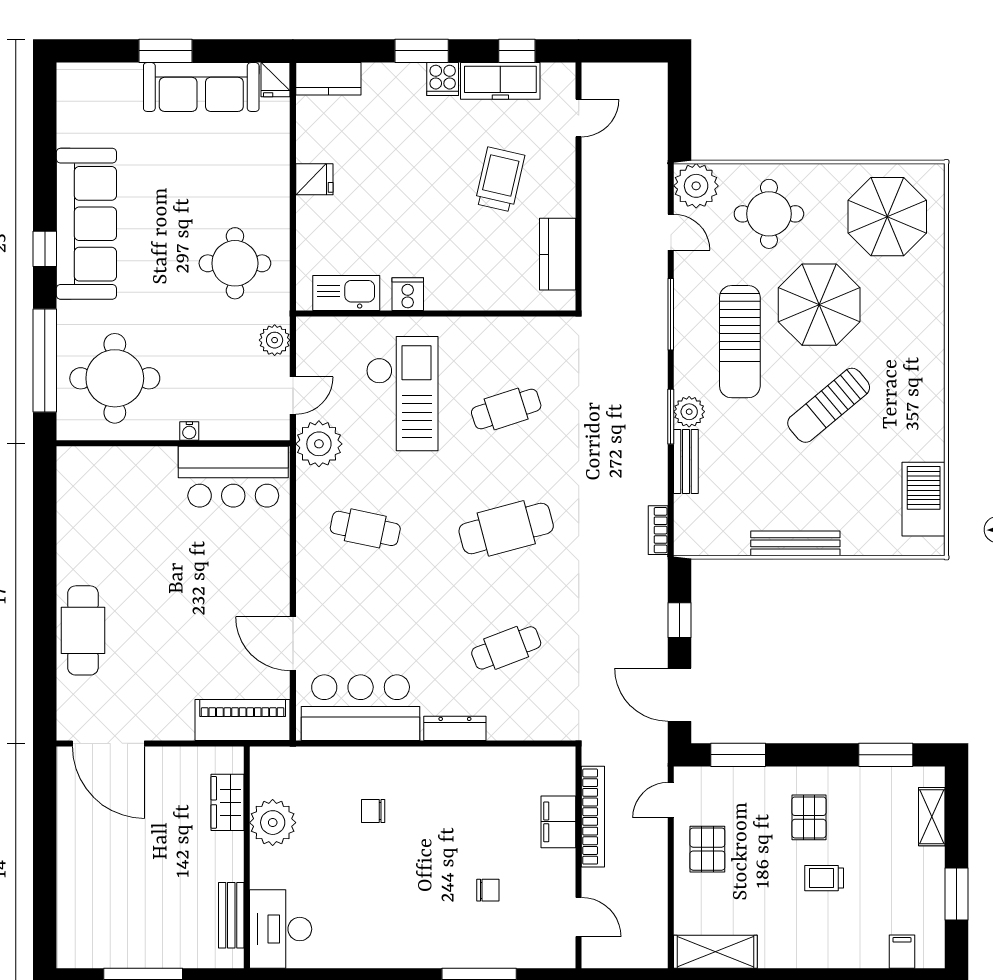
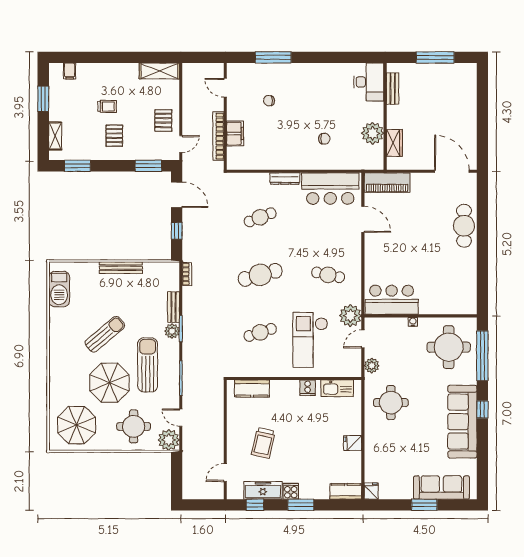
sofa: (201, 87) -> (441, 487), moved
kitchen counter: (558, 254) -> (252, 388), moved, turned 90

